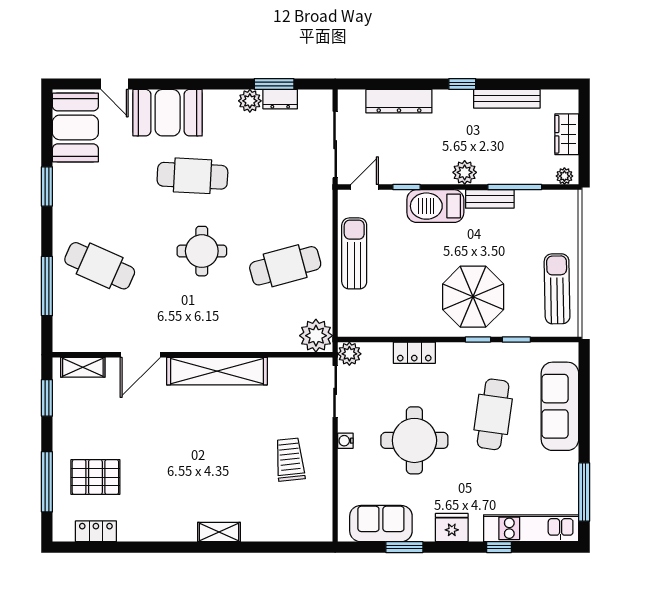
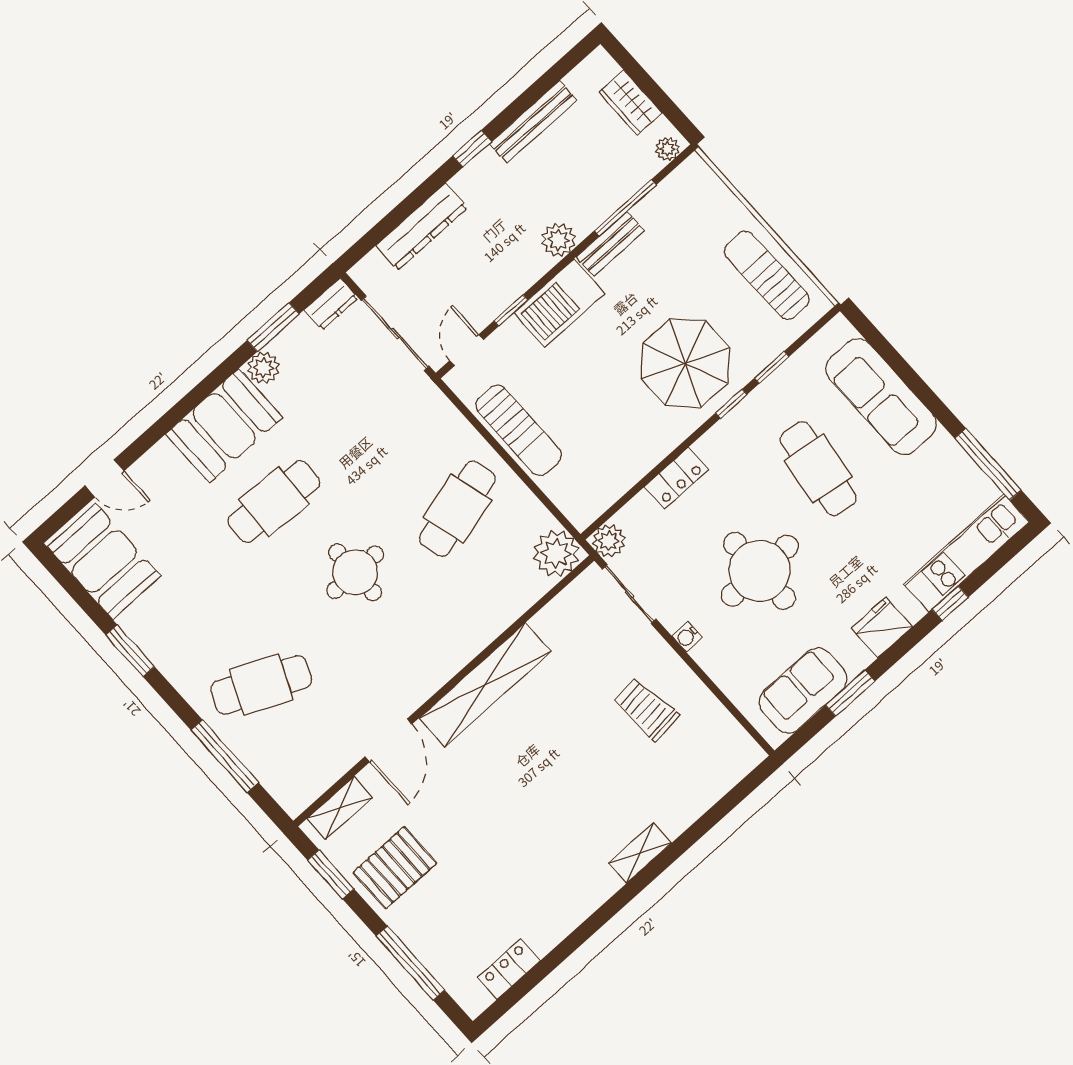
dresser: (280, 99) -> (331, 304), moved
booth: (168, 113) -> (224, 426), moved
sun lounger: (354, 253) -> (519, 430), turned 180
pallet: (95, 477) -> (395, 868), moved

